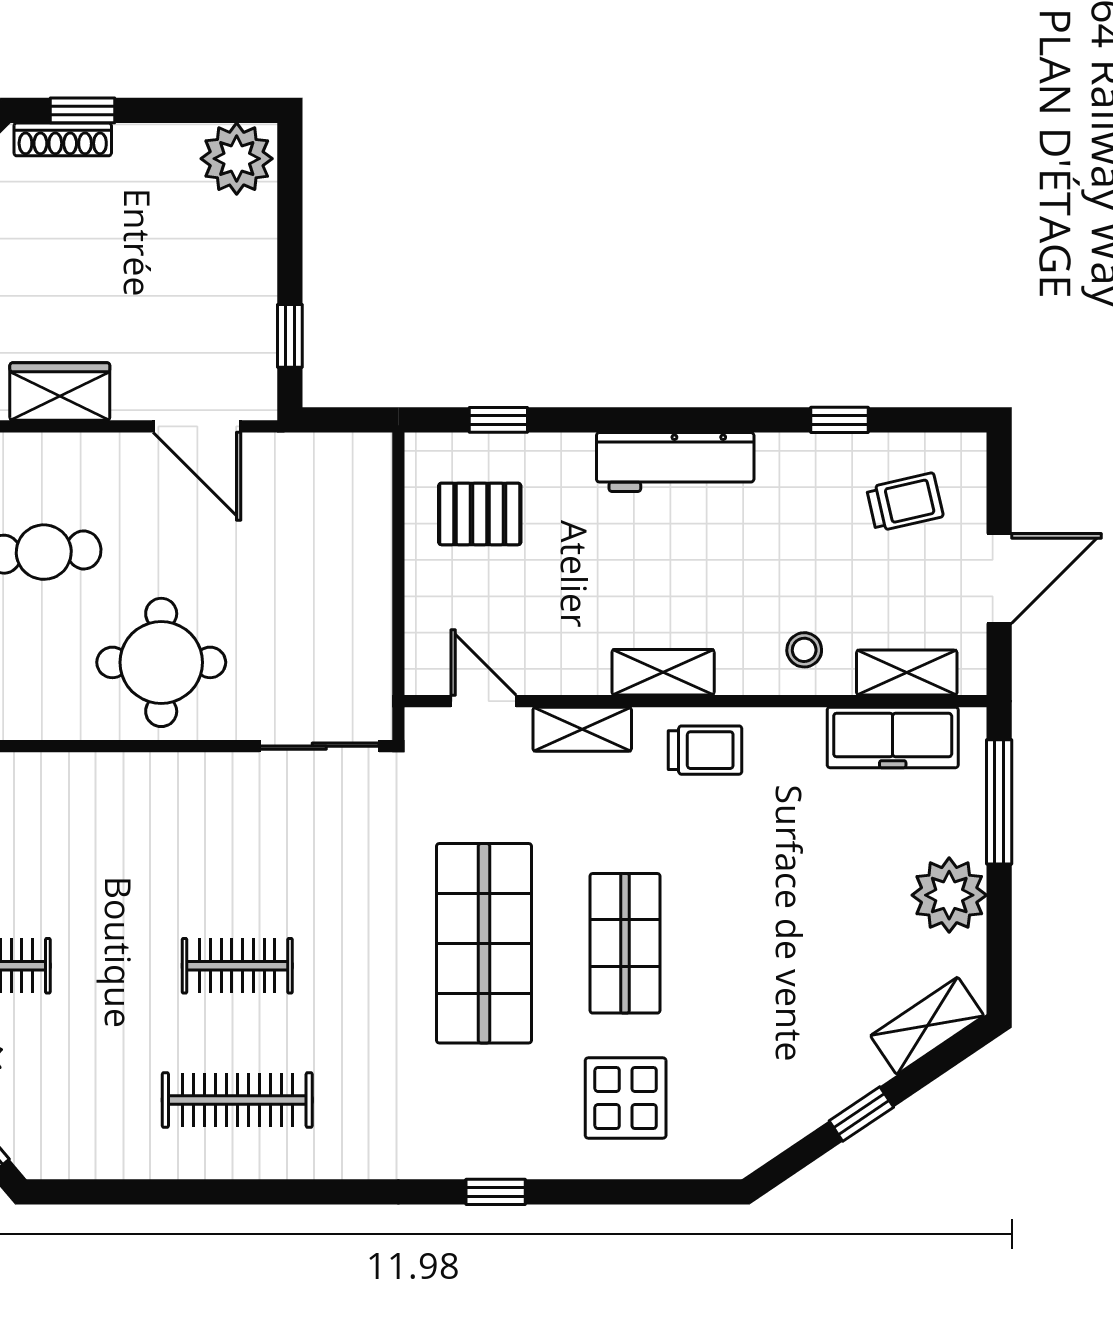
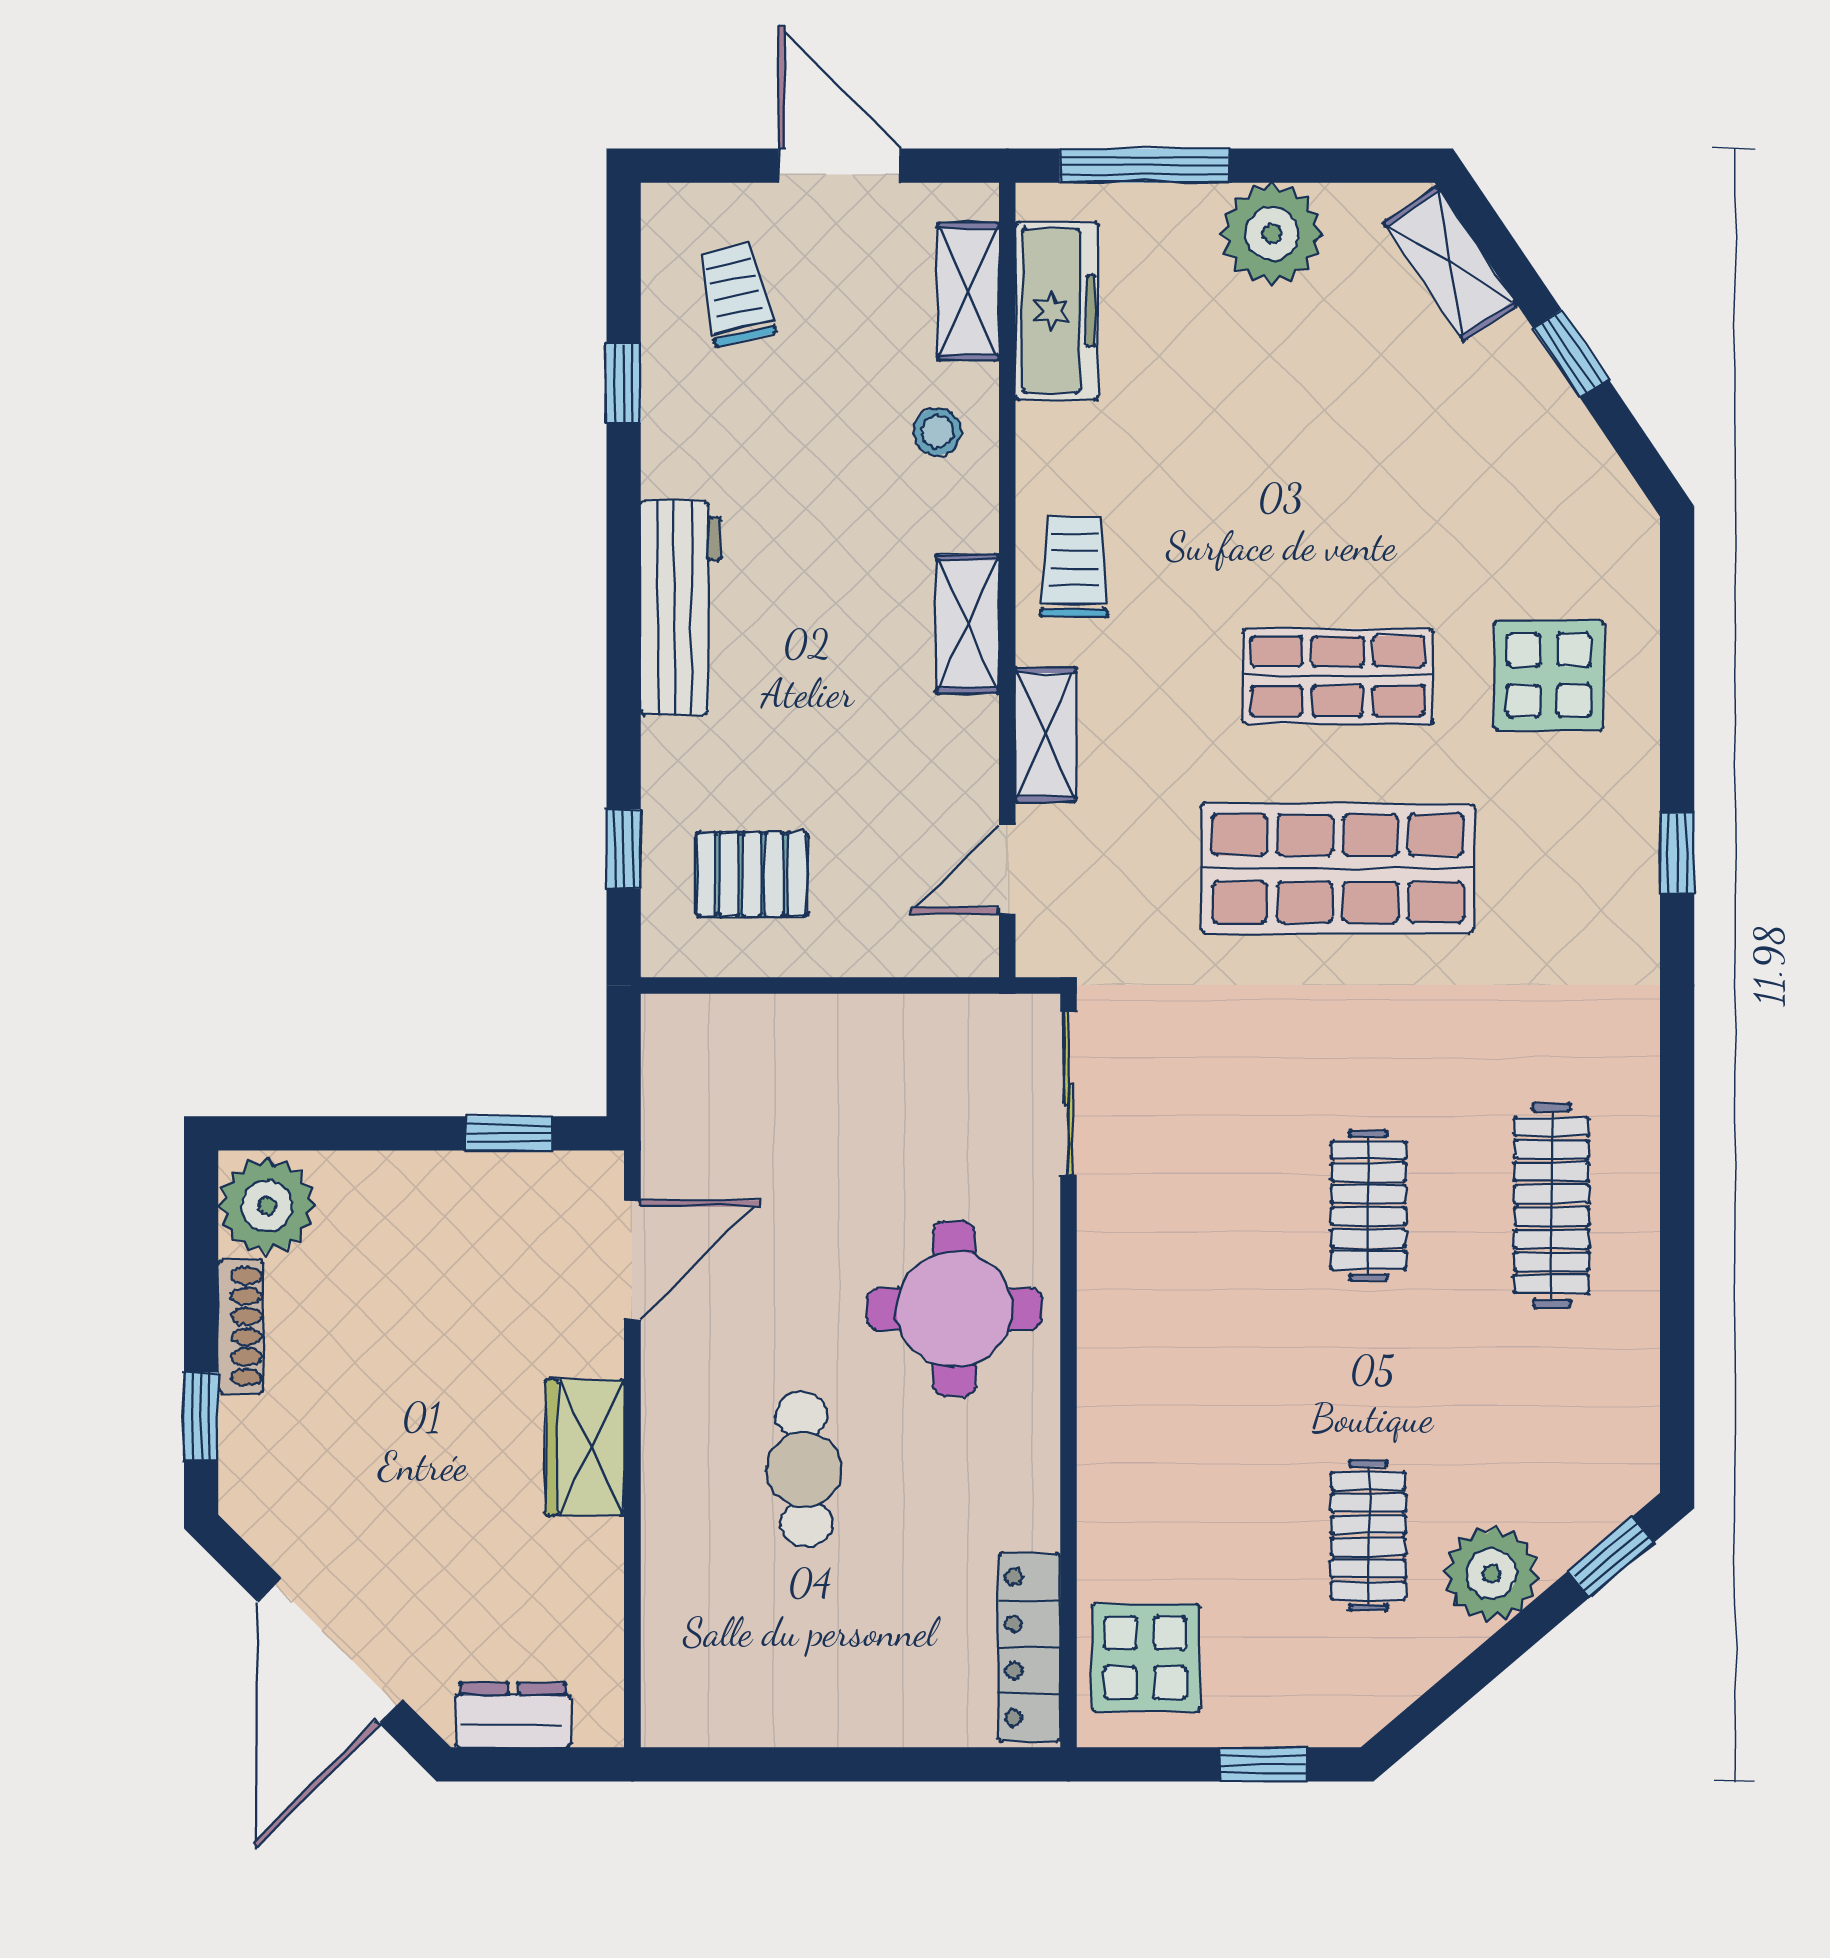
shoe rack: (63, 139) -> (241, 1326), moved
pallet: (480, 514) -> (752, 874), turned 90

